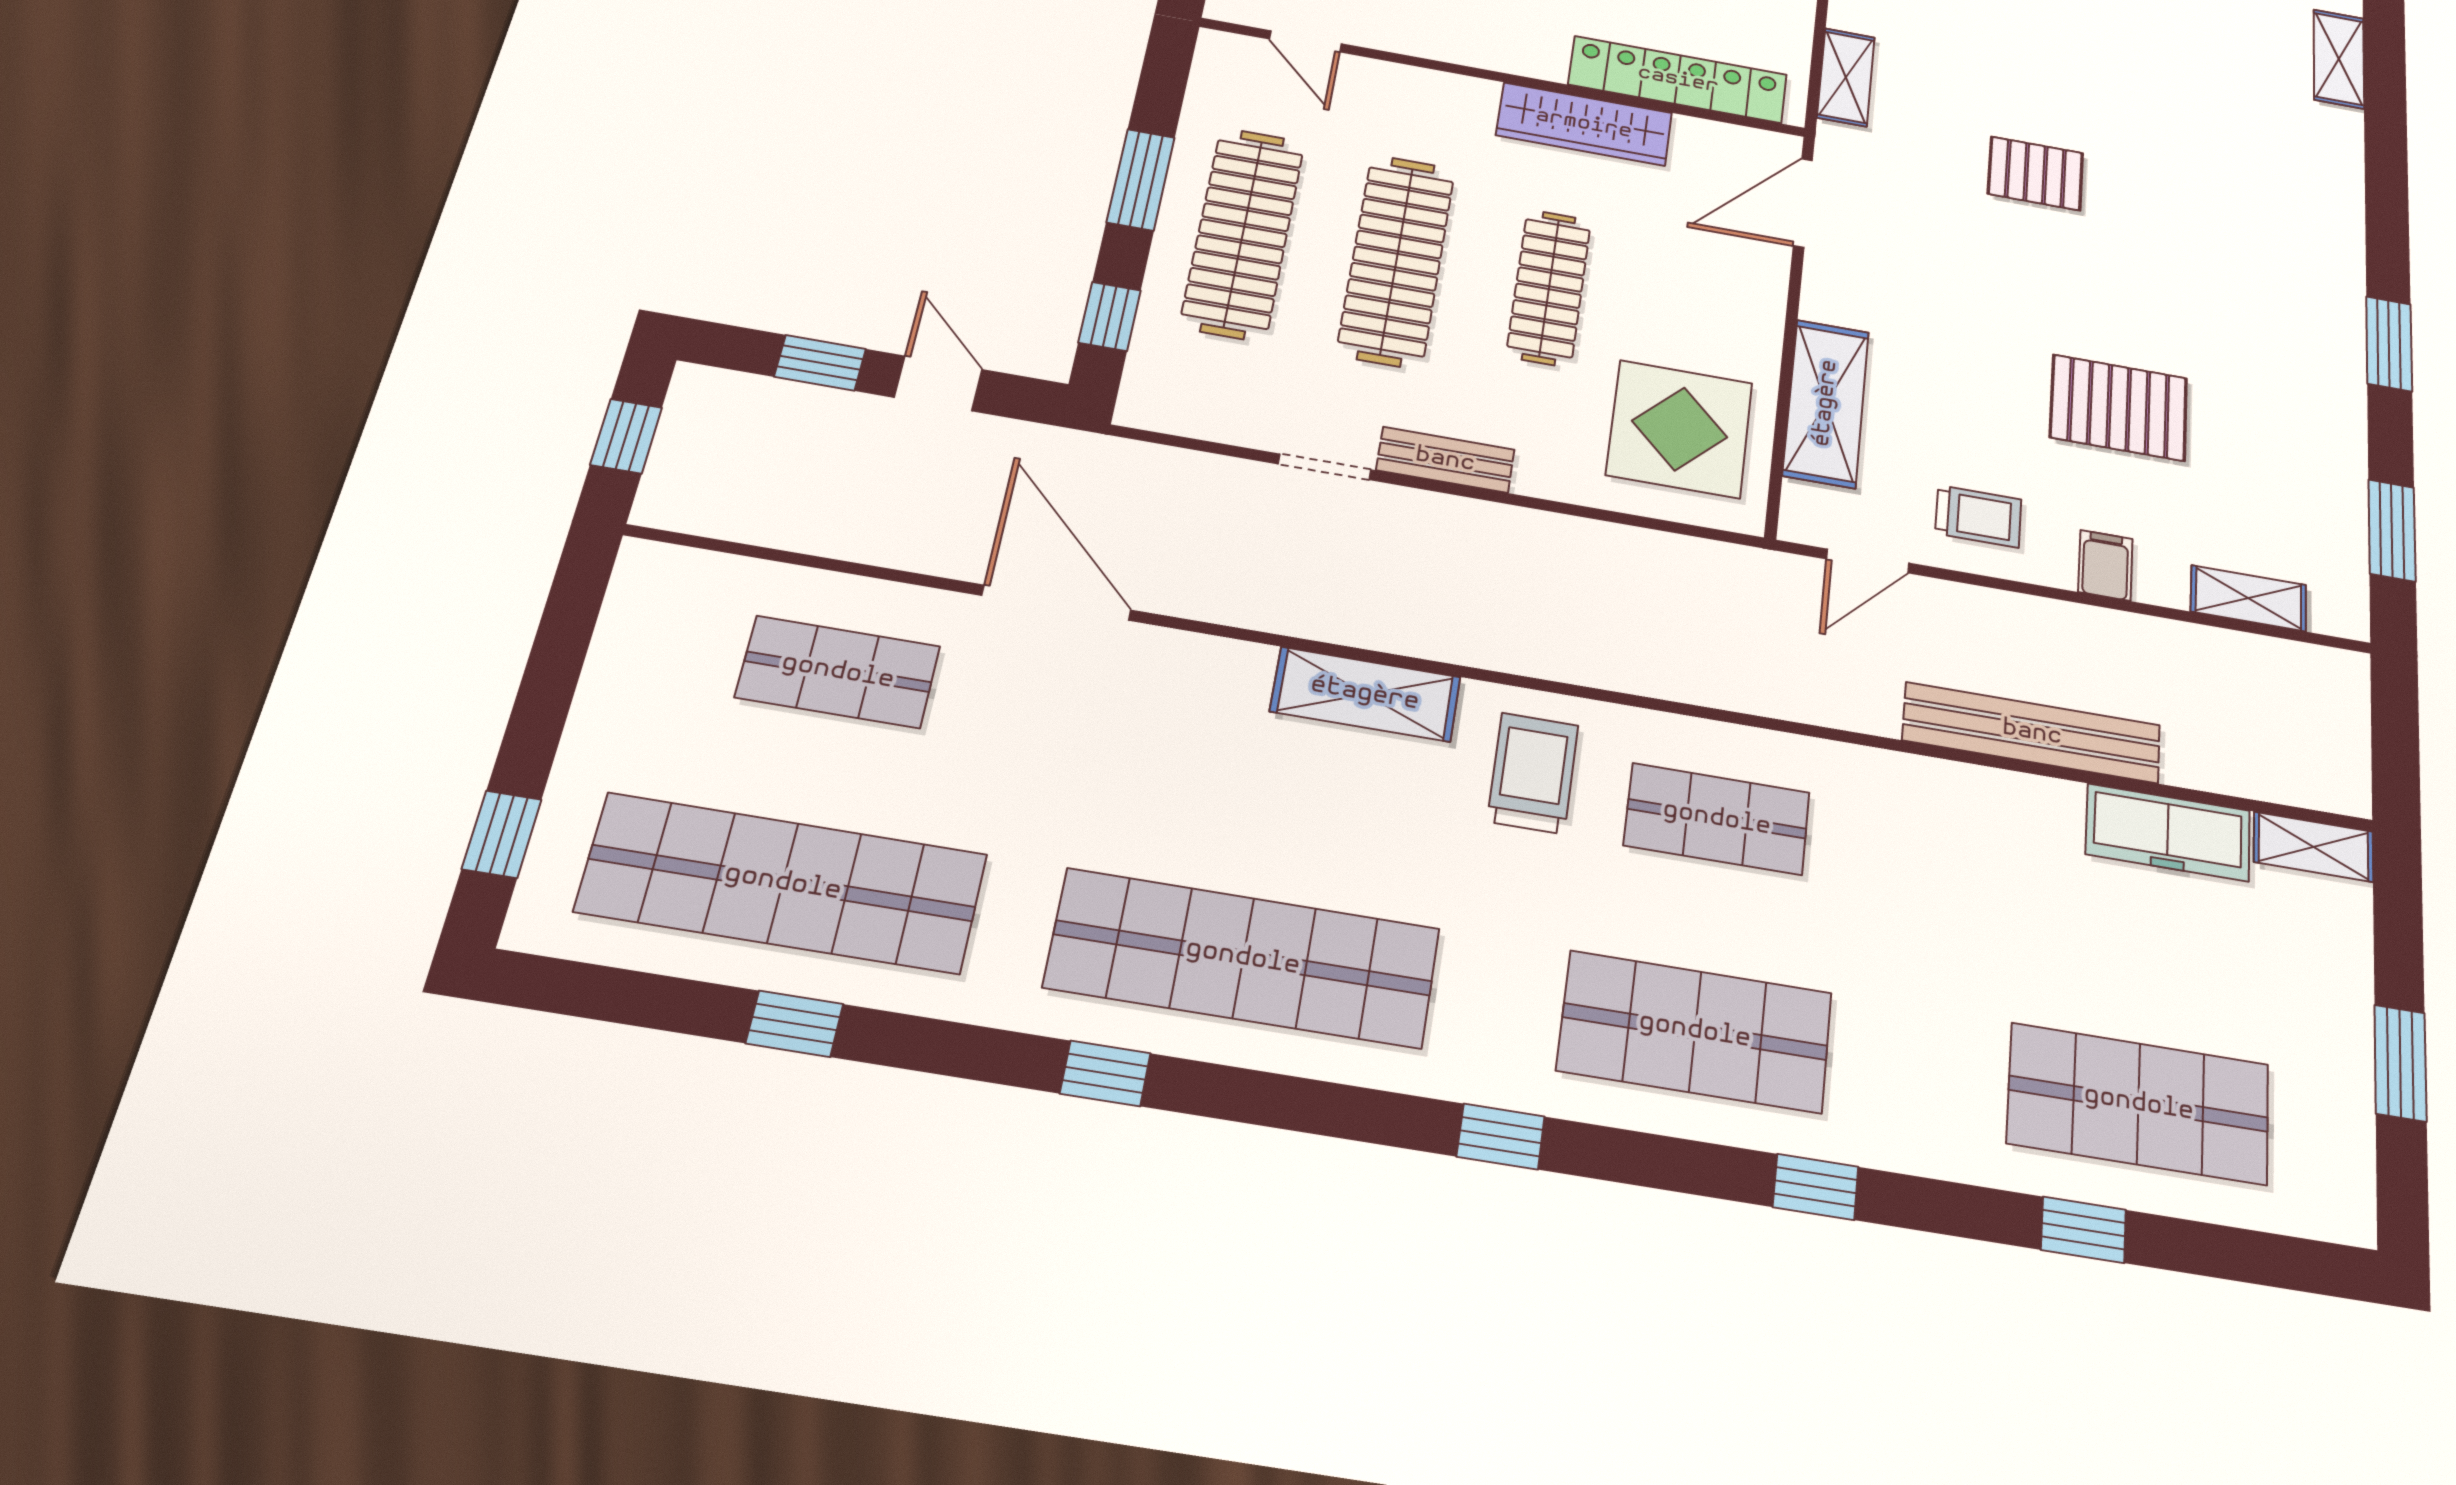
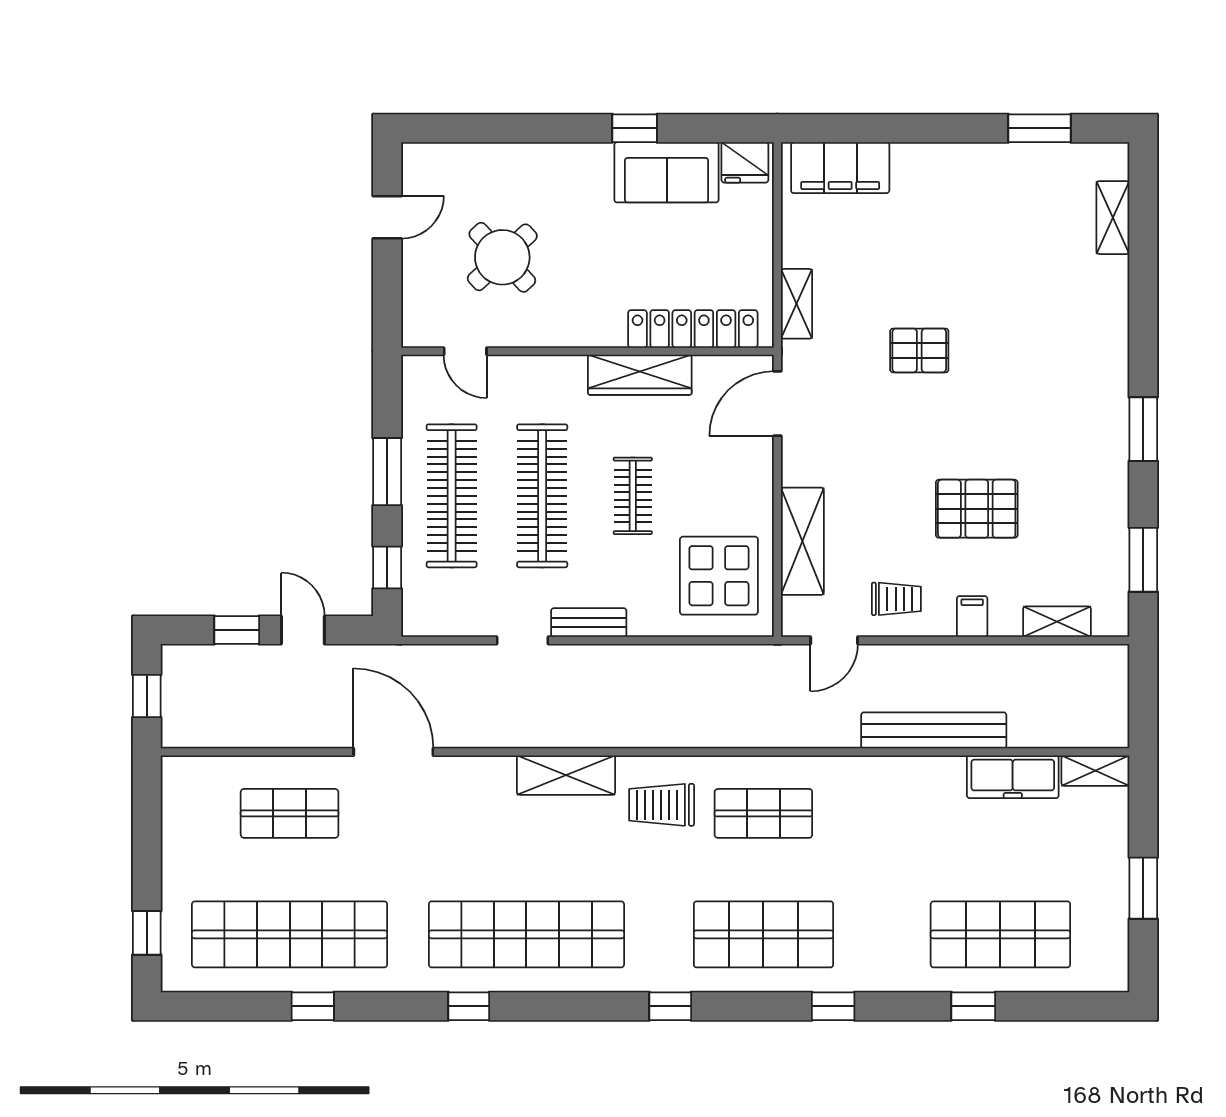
clothes rail: (1549, 288) -> (633, 496), width x0.73
trolley: (1533, 773) -> (662, 805), turned -90

